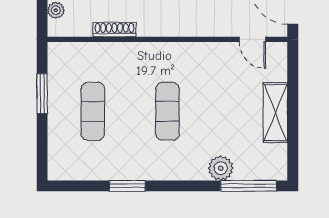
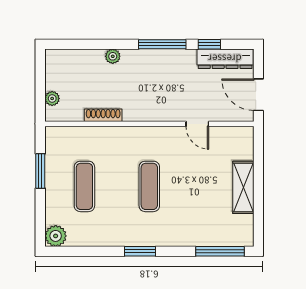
door: (252, 39) -> (197, 124), moved
plant: (221, 168) -> (56, 236), moved
window: (127, 186) -> (140, 251), moved

